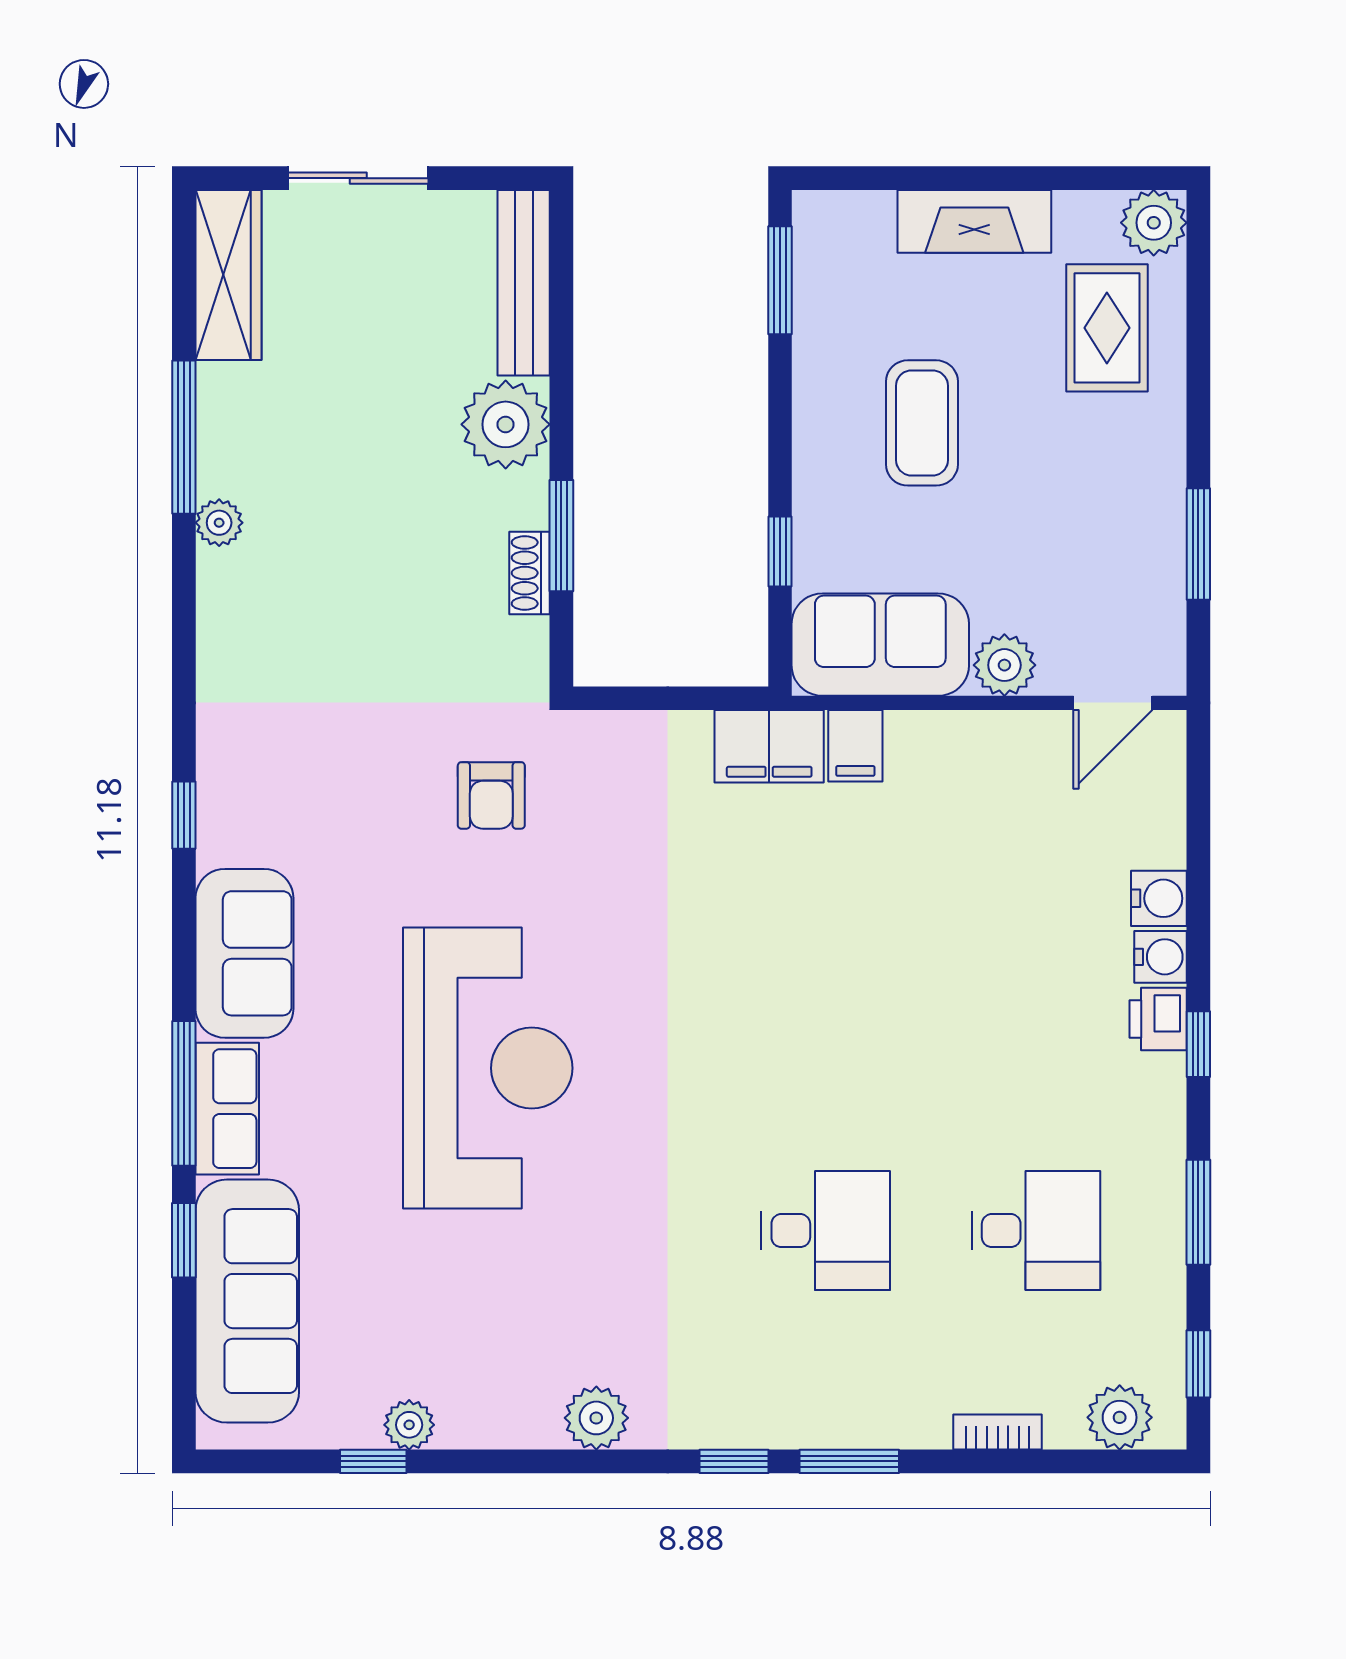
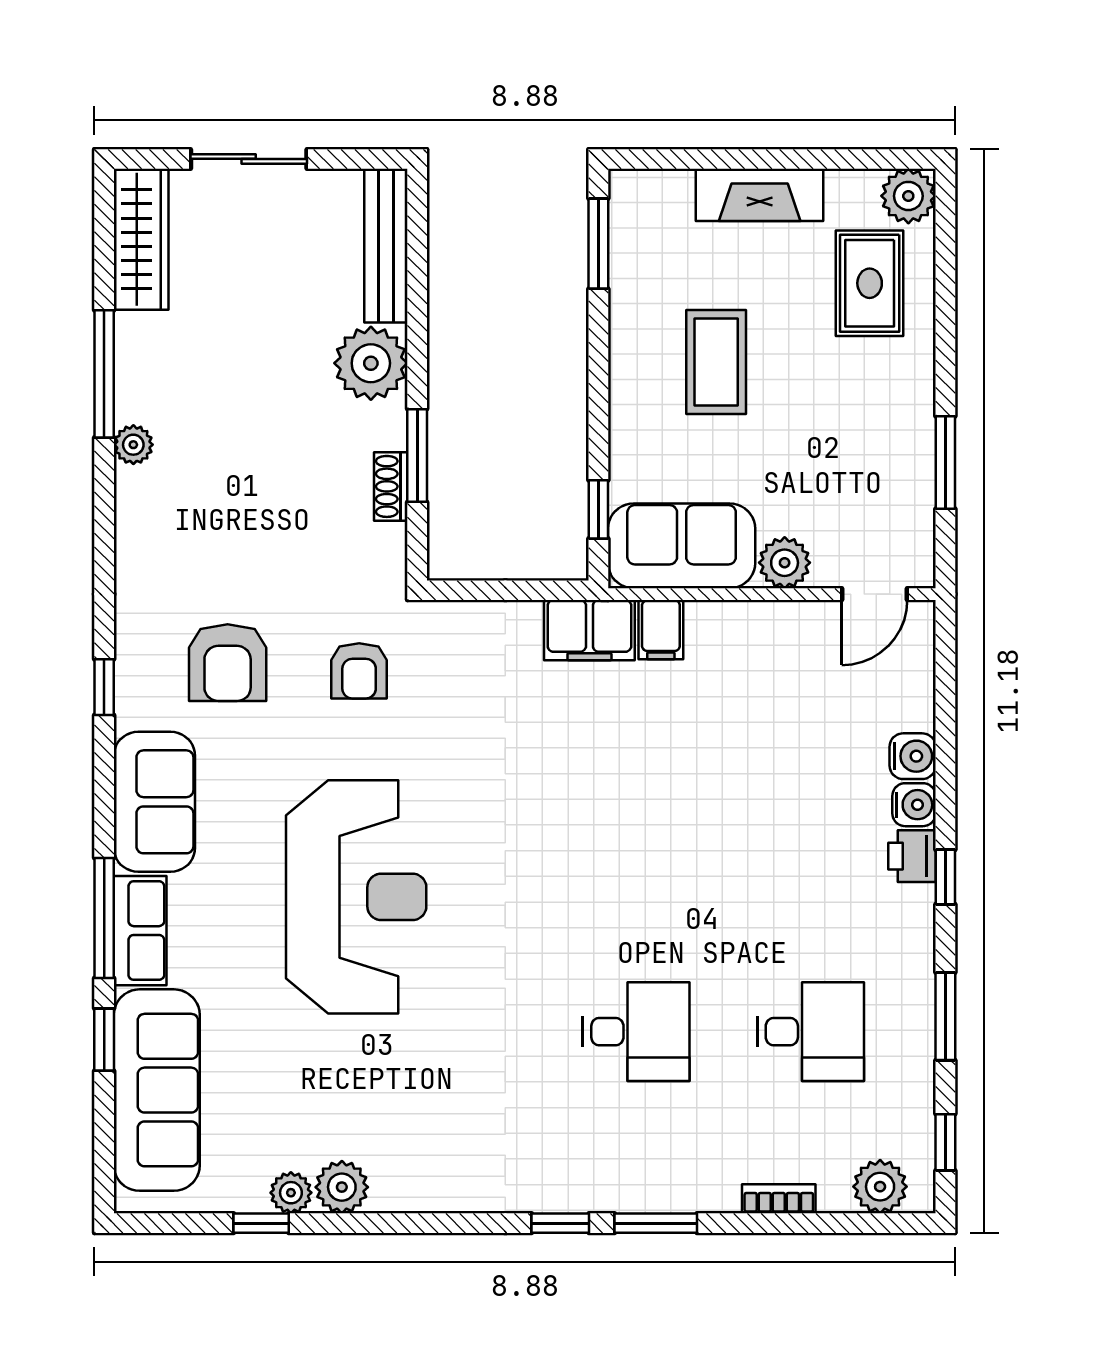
window: (780, 552) -> (598, 509), moved
armchair: (333, 786) -> (228, 663), added
plant: (596, 1418) -> (342, 1187), moved

